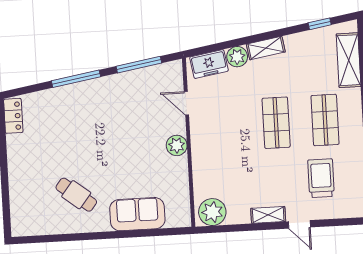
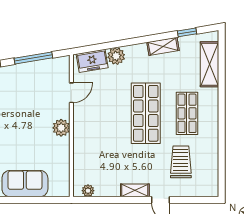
shelving: (266, 48) -> (163, 46), moved
door: (186, 103) -> (71, 93), swing flipped
shop shelf: (276, 123) -> (146, 113), width x1.43, depth x1.36
plant: (212, 212) -> (88, 191), width x0.53, depth x0.53

